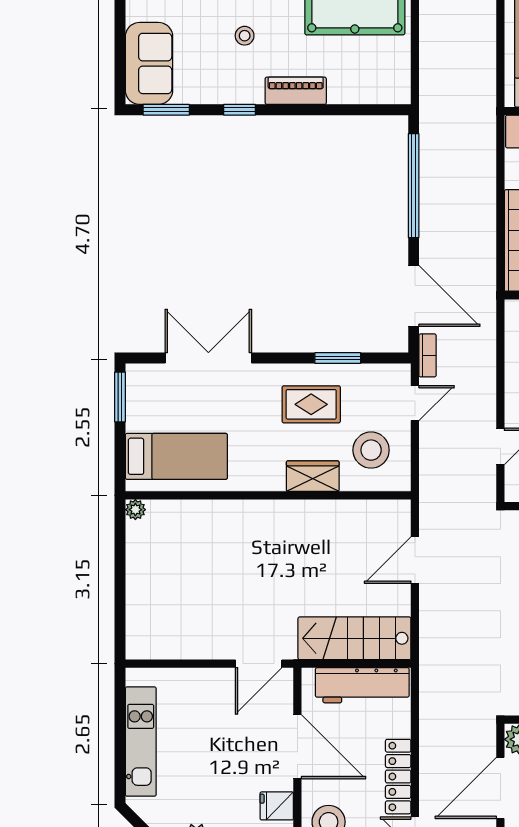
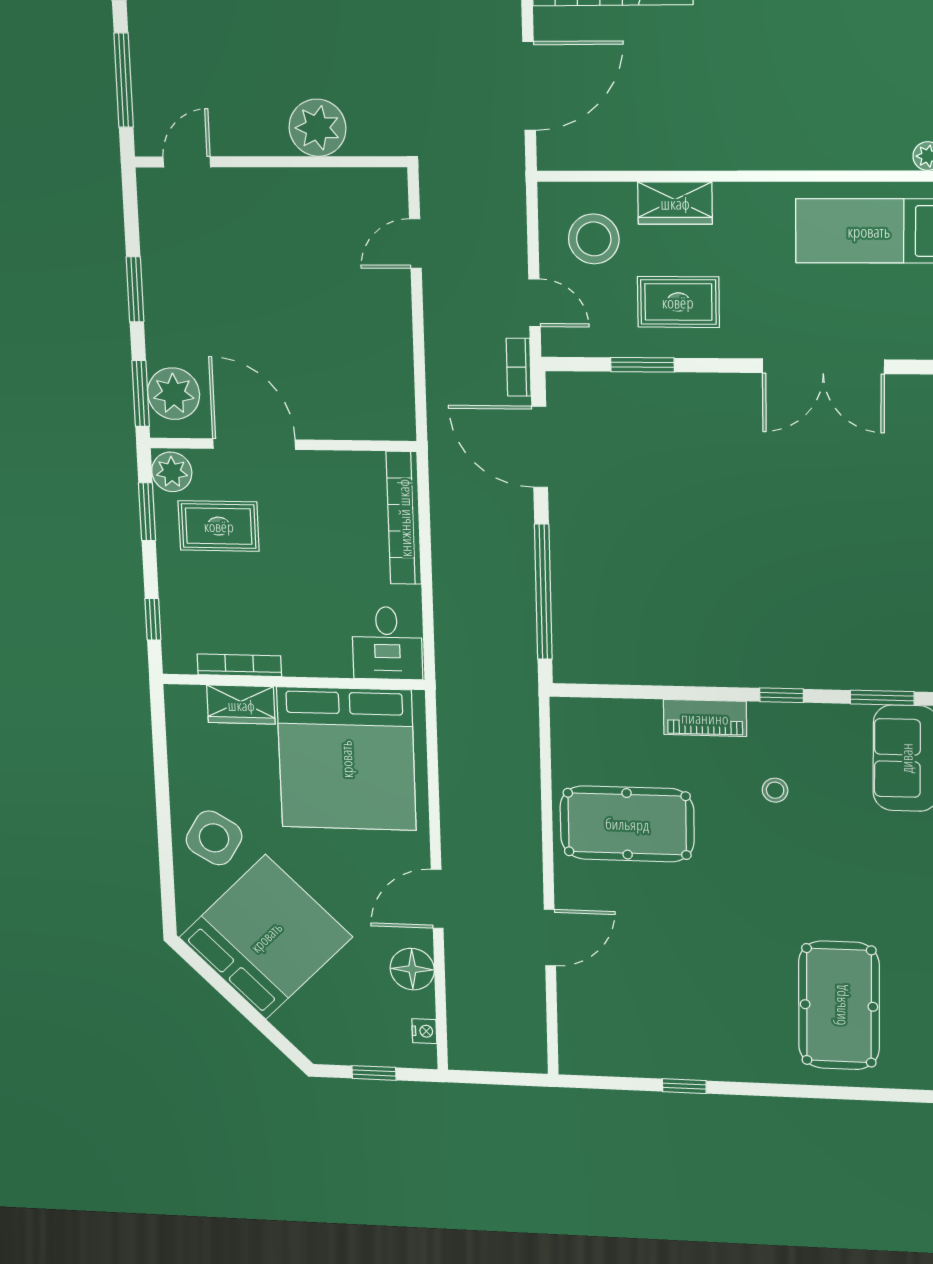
door: (415, 403) -> (534, 303), swing flipped
door: (415, 560) -> (529, 86), width x1.36

